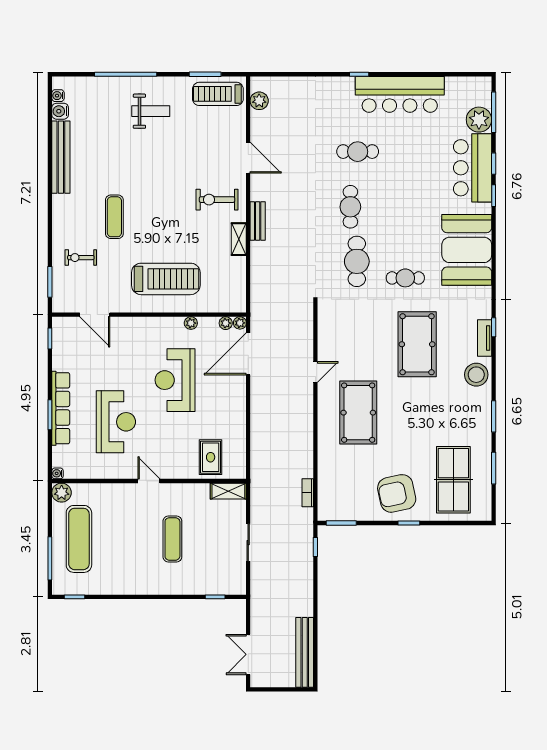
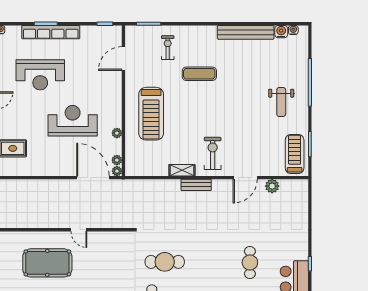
plant: (259, 101) -> (272, 186), moved
cafe table: (350, 207) -> (207, 257), removed

